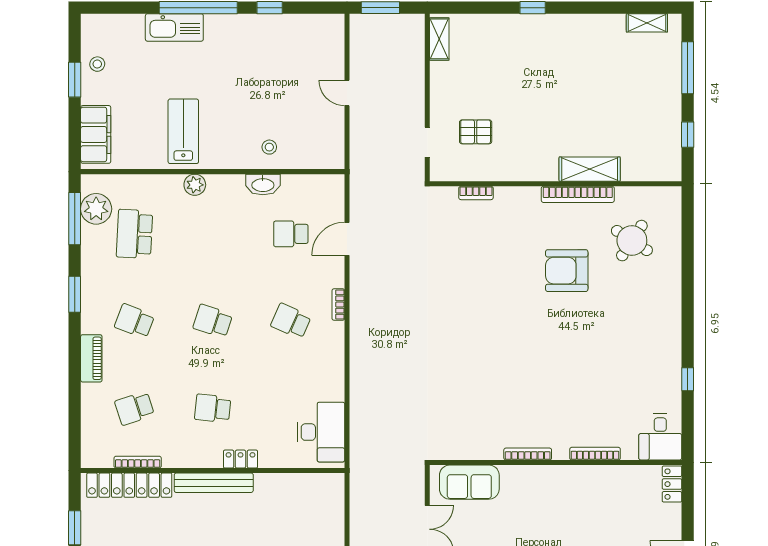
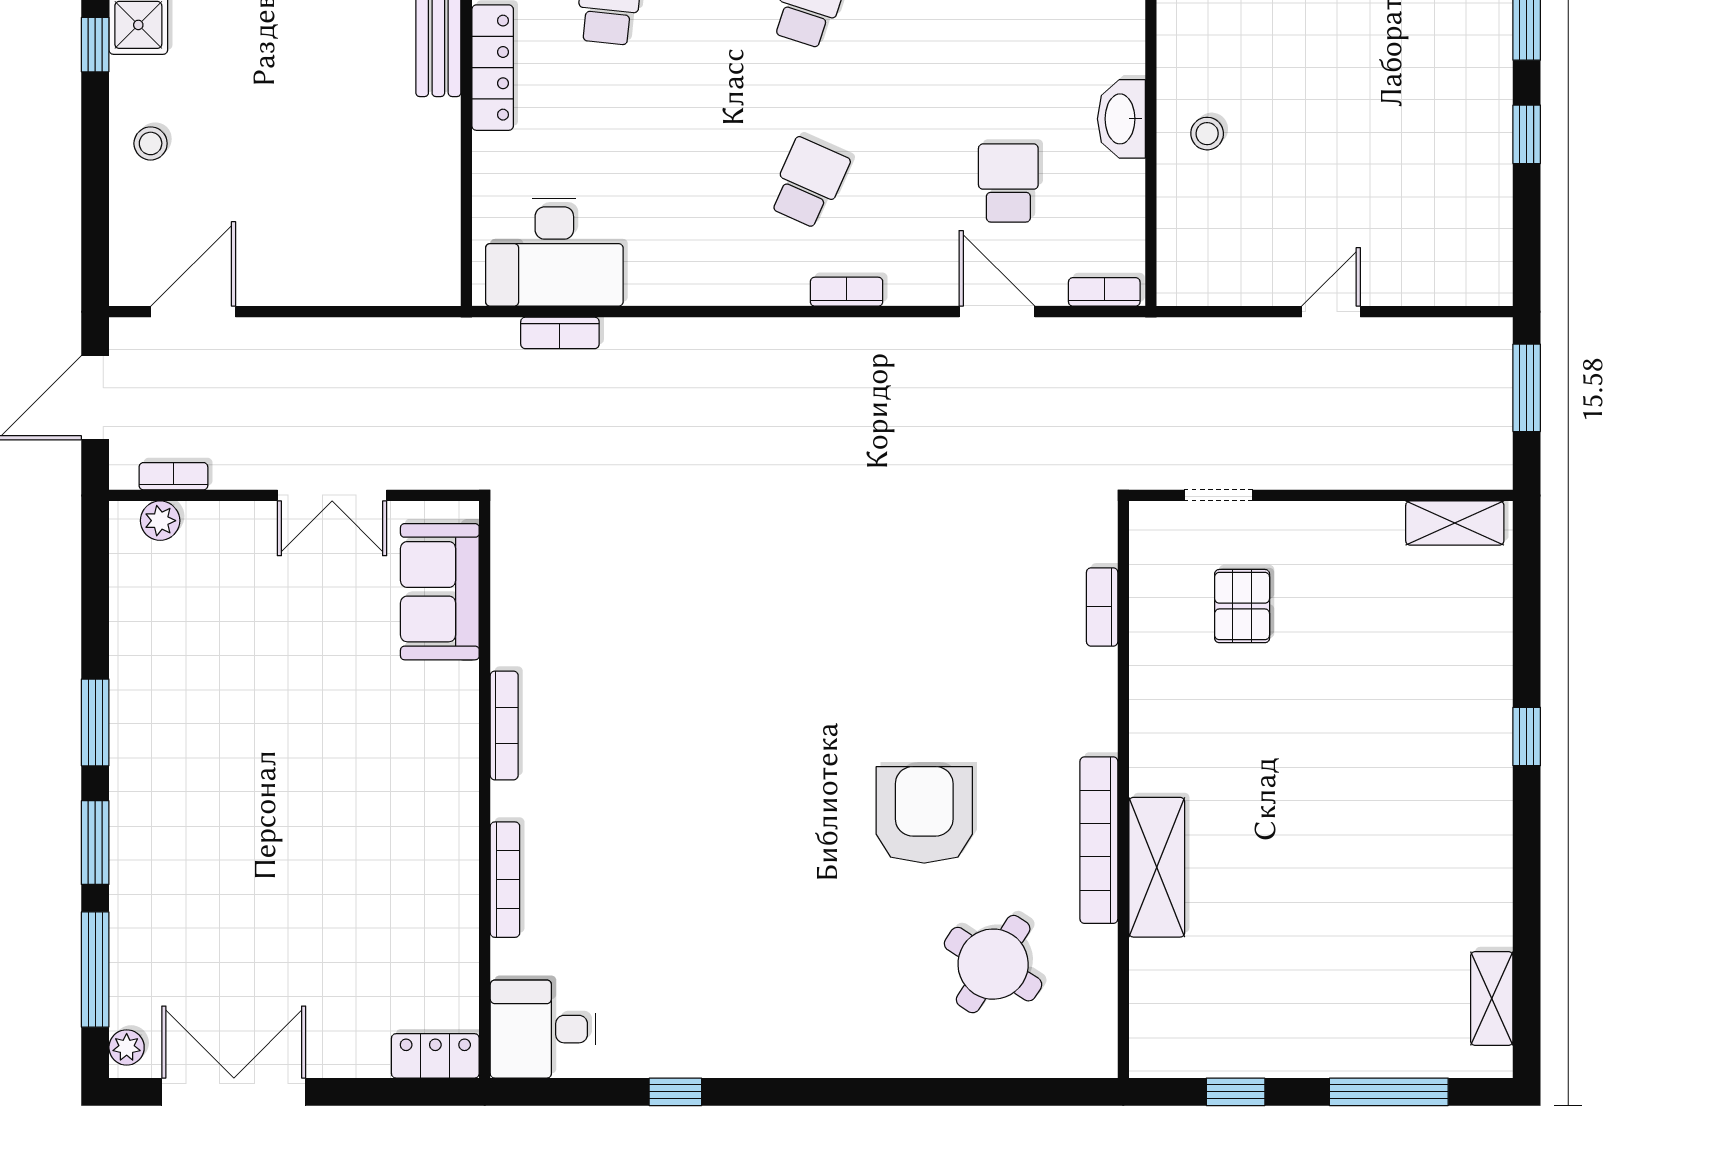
bookcase: (338, 192) -> (1104, 292), added
bookcase: (356, 430) -> (560, 333), added
locker: (241, 459) -> (493, 68), width x1.53

